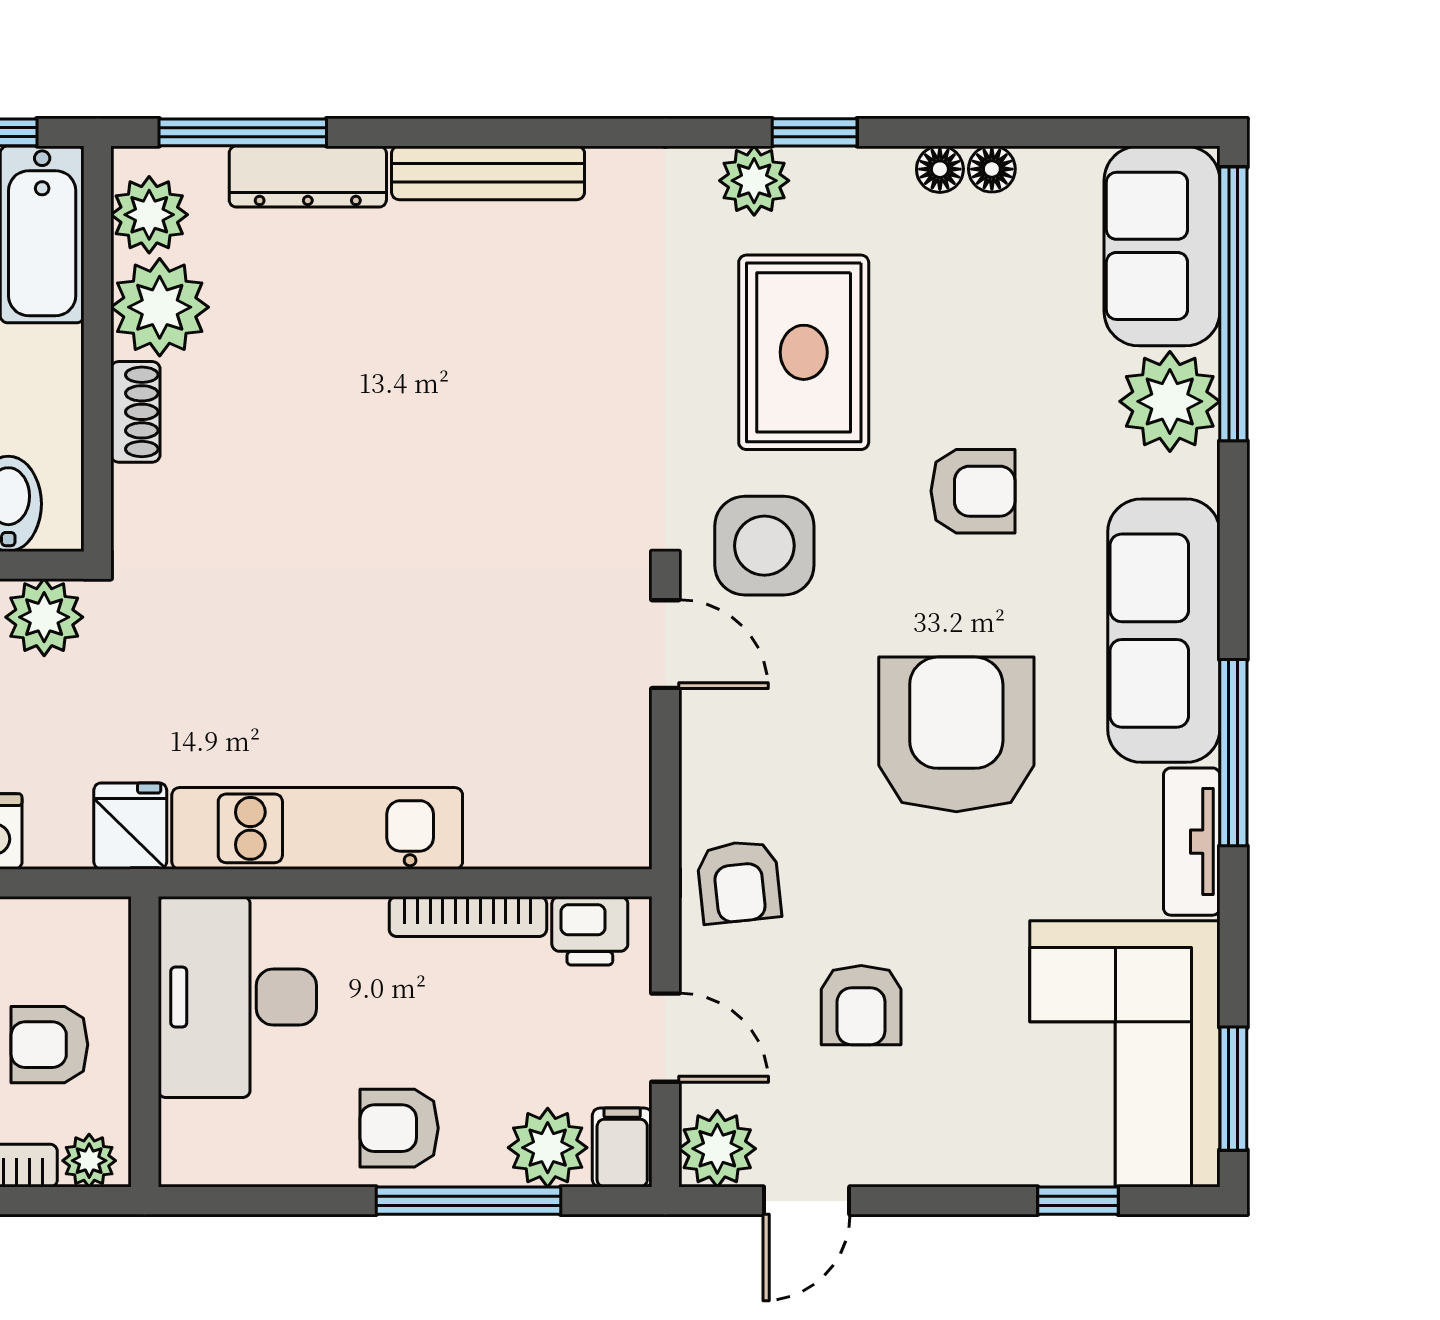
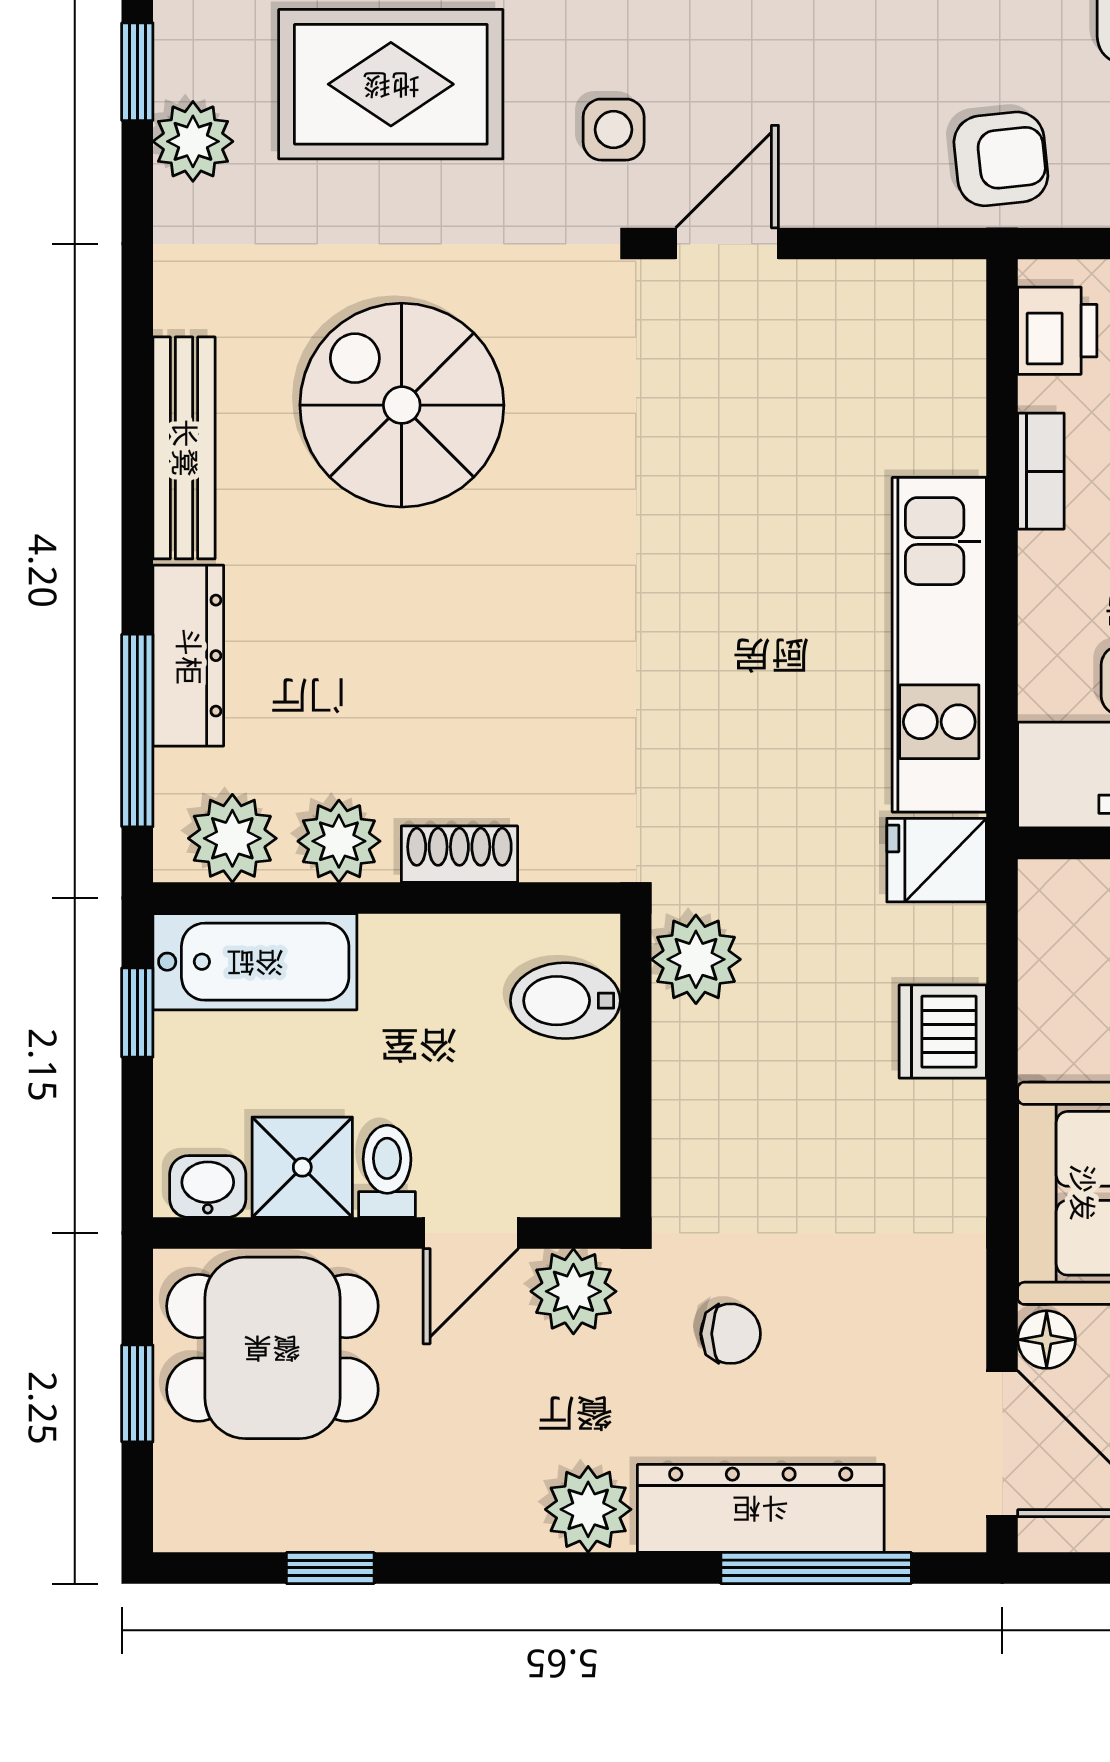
plant: (160, 307) -> (339, 841), width x0.73, depth x0.73
spiral stairs: (525, 362) -> (402, 405), added
side table: (764, 546) -> (614, 130), width x0.54, depth x0.54
bookcase: (468, 916) -> (1041, 471), width x0.64

